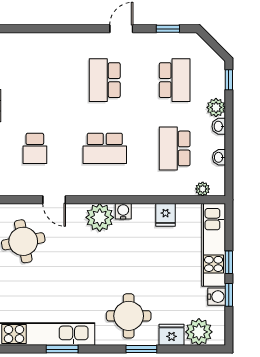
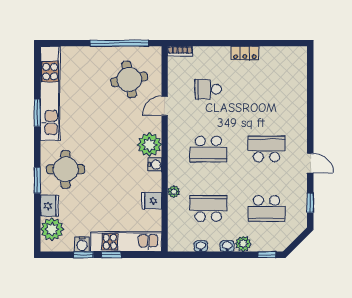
school desk: (105, 148) -> (208, 149), turned -90
plant: (203, 189) -> (174, 192), moved

